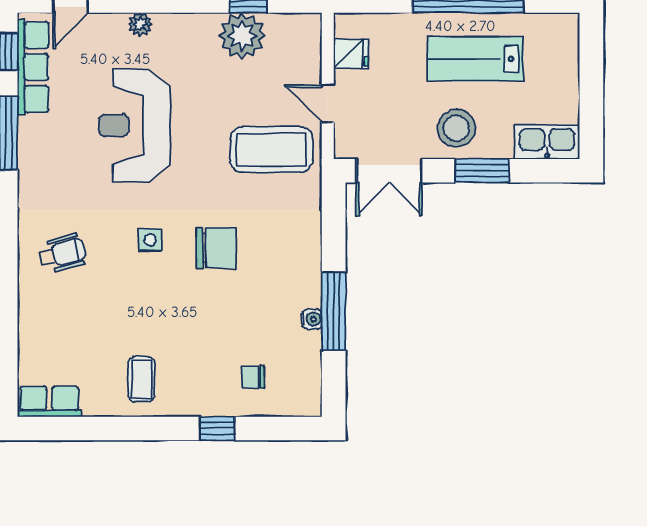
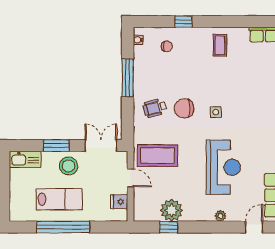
wheelchair: (62, 253) -> (155, 108), moved
water cooler: (312, 319) -> (138, 40), moved

